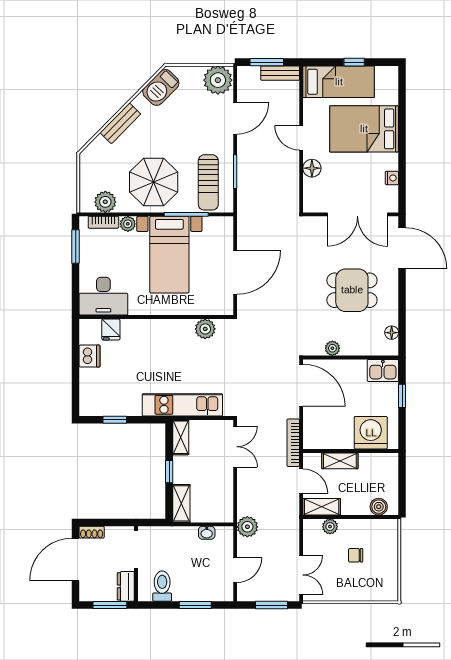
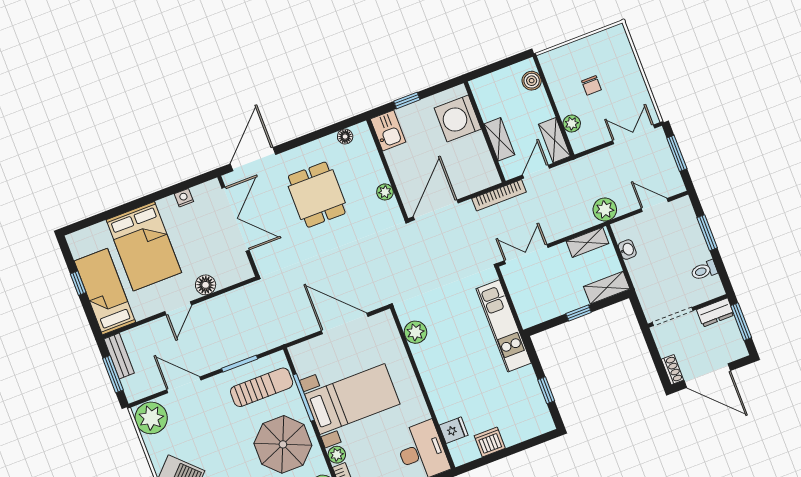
shelving: (181, 437) -> (588, 242), moved
toilet: (162, 586) -> (704, 270), width x0.73, depth x0.72

